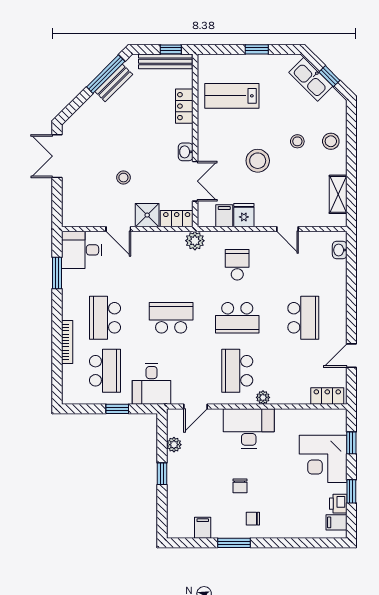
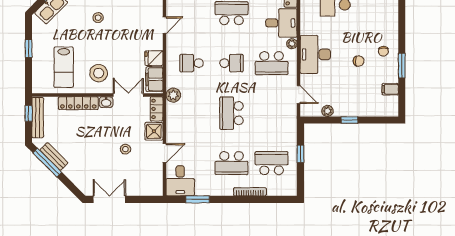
locker: (184, 106) -> (78, 103), width x1.53
double door: (57, 156) -> (109, 199), swing flipped
stool: (258, 161) -> (99, 73), moved
filing cabinet: (224, 216) -> (154, 79), width x2.00
school desk: (237, 318) -> (232, 63), width x0.54
desk: (152, 384) -> (281, 23), moved

